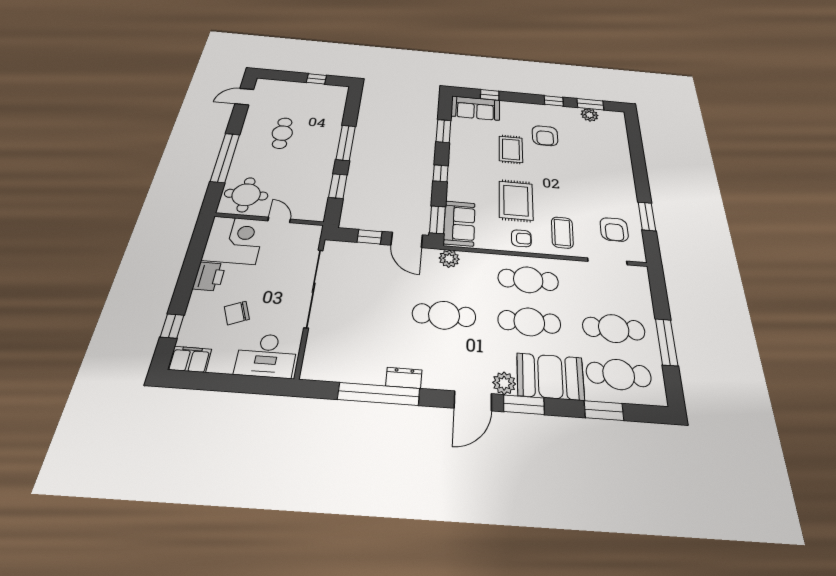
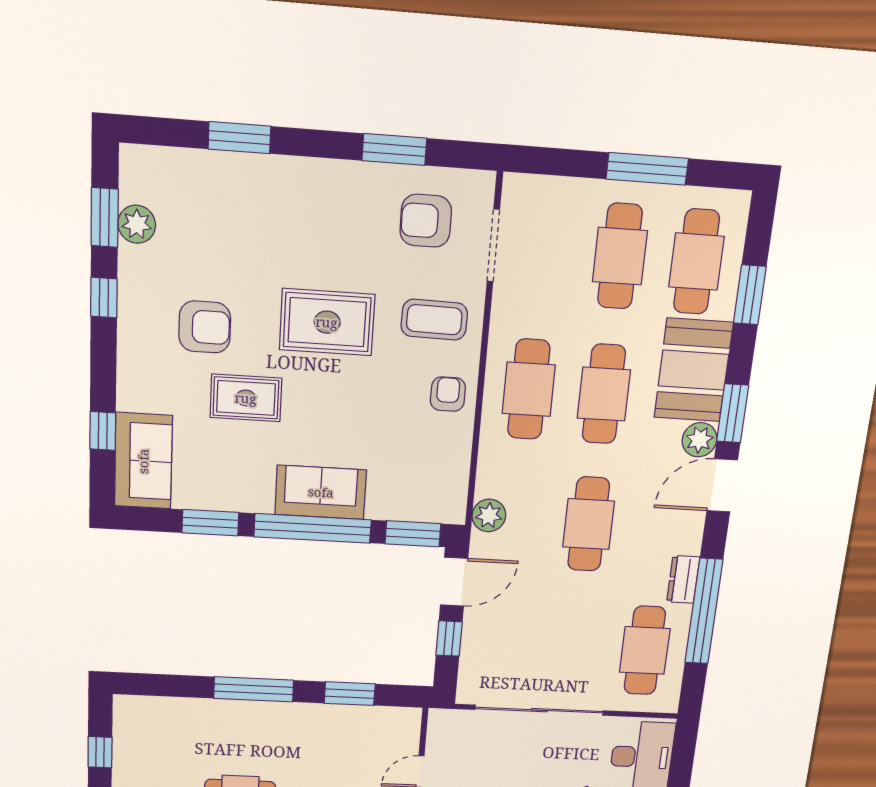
window: (637, 154) -> (239, 138), added
window: (441, 173) -> (313, 528), width x3.17
rug: (516, 201) -> (327, 322), moved
sofa: (459, 223) -> (321, 492), moved
armchair: (614, 229) -> (426, 221), turned 180
cafe table: (351, 354) -> (645, 650), added
door: (473, 401) -> (722, 485), swing flipped

